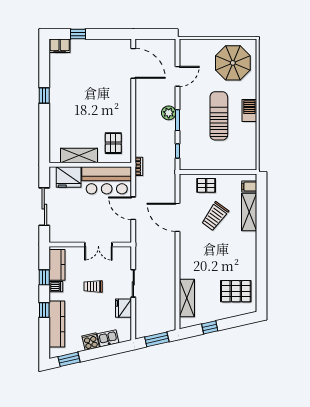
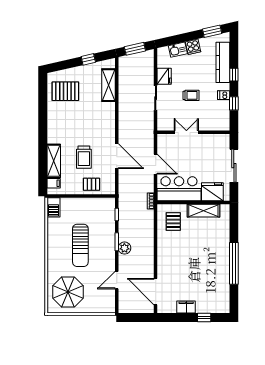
filing cabinet: (60, 46) -> (186, 307), moved
window: (44, 95) -> (234, 263), width x3.17
barbecue: (249, 110) -> (53, 207), moved
trolley: (215, 216) -> (84, 157), turned 144
kitchen counter: (57, 265) -> (223, 114), removed

